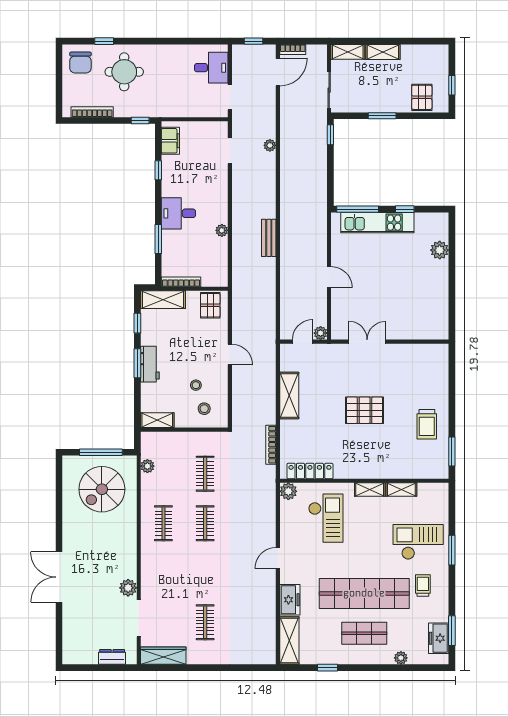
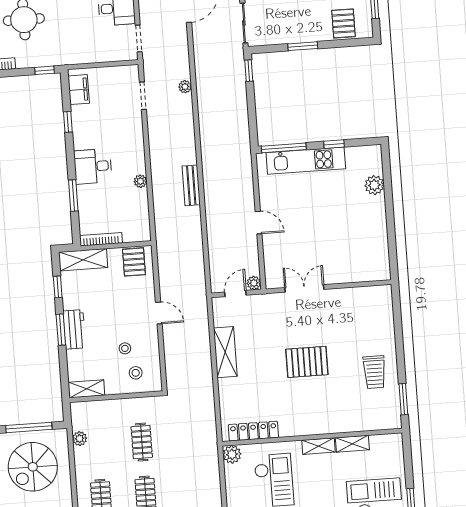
bookcase: (271, 445) -> (210, 406), removed

